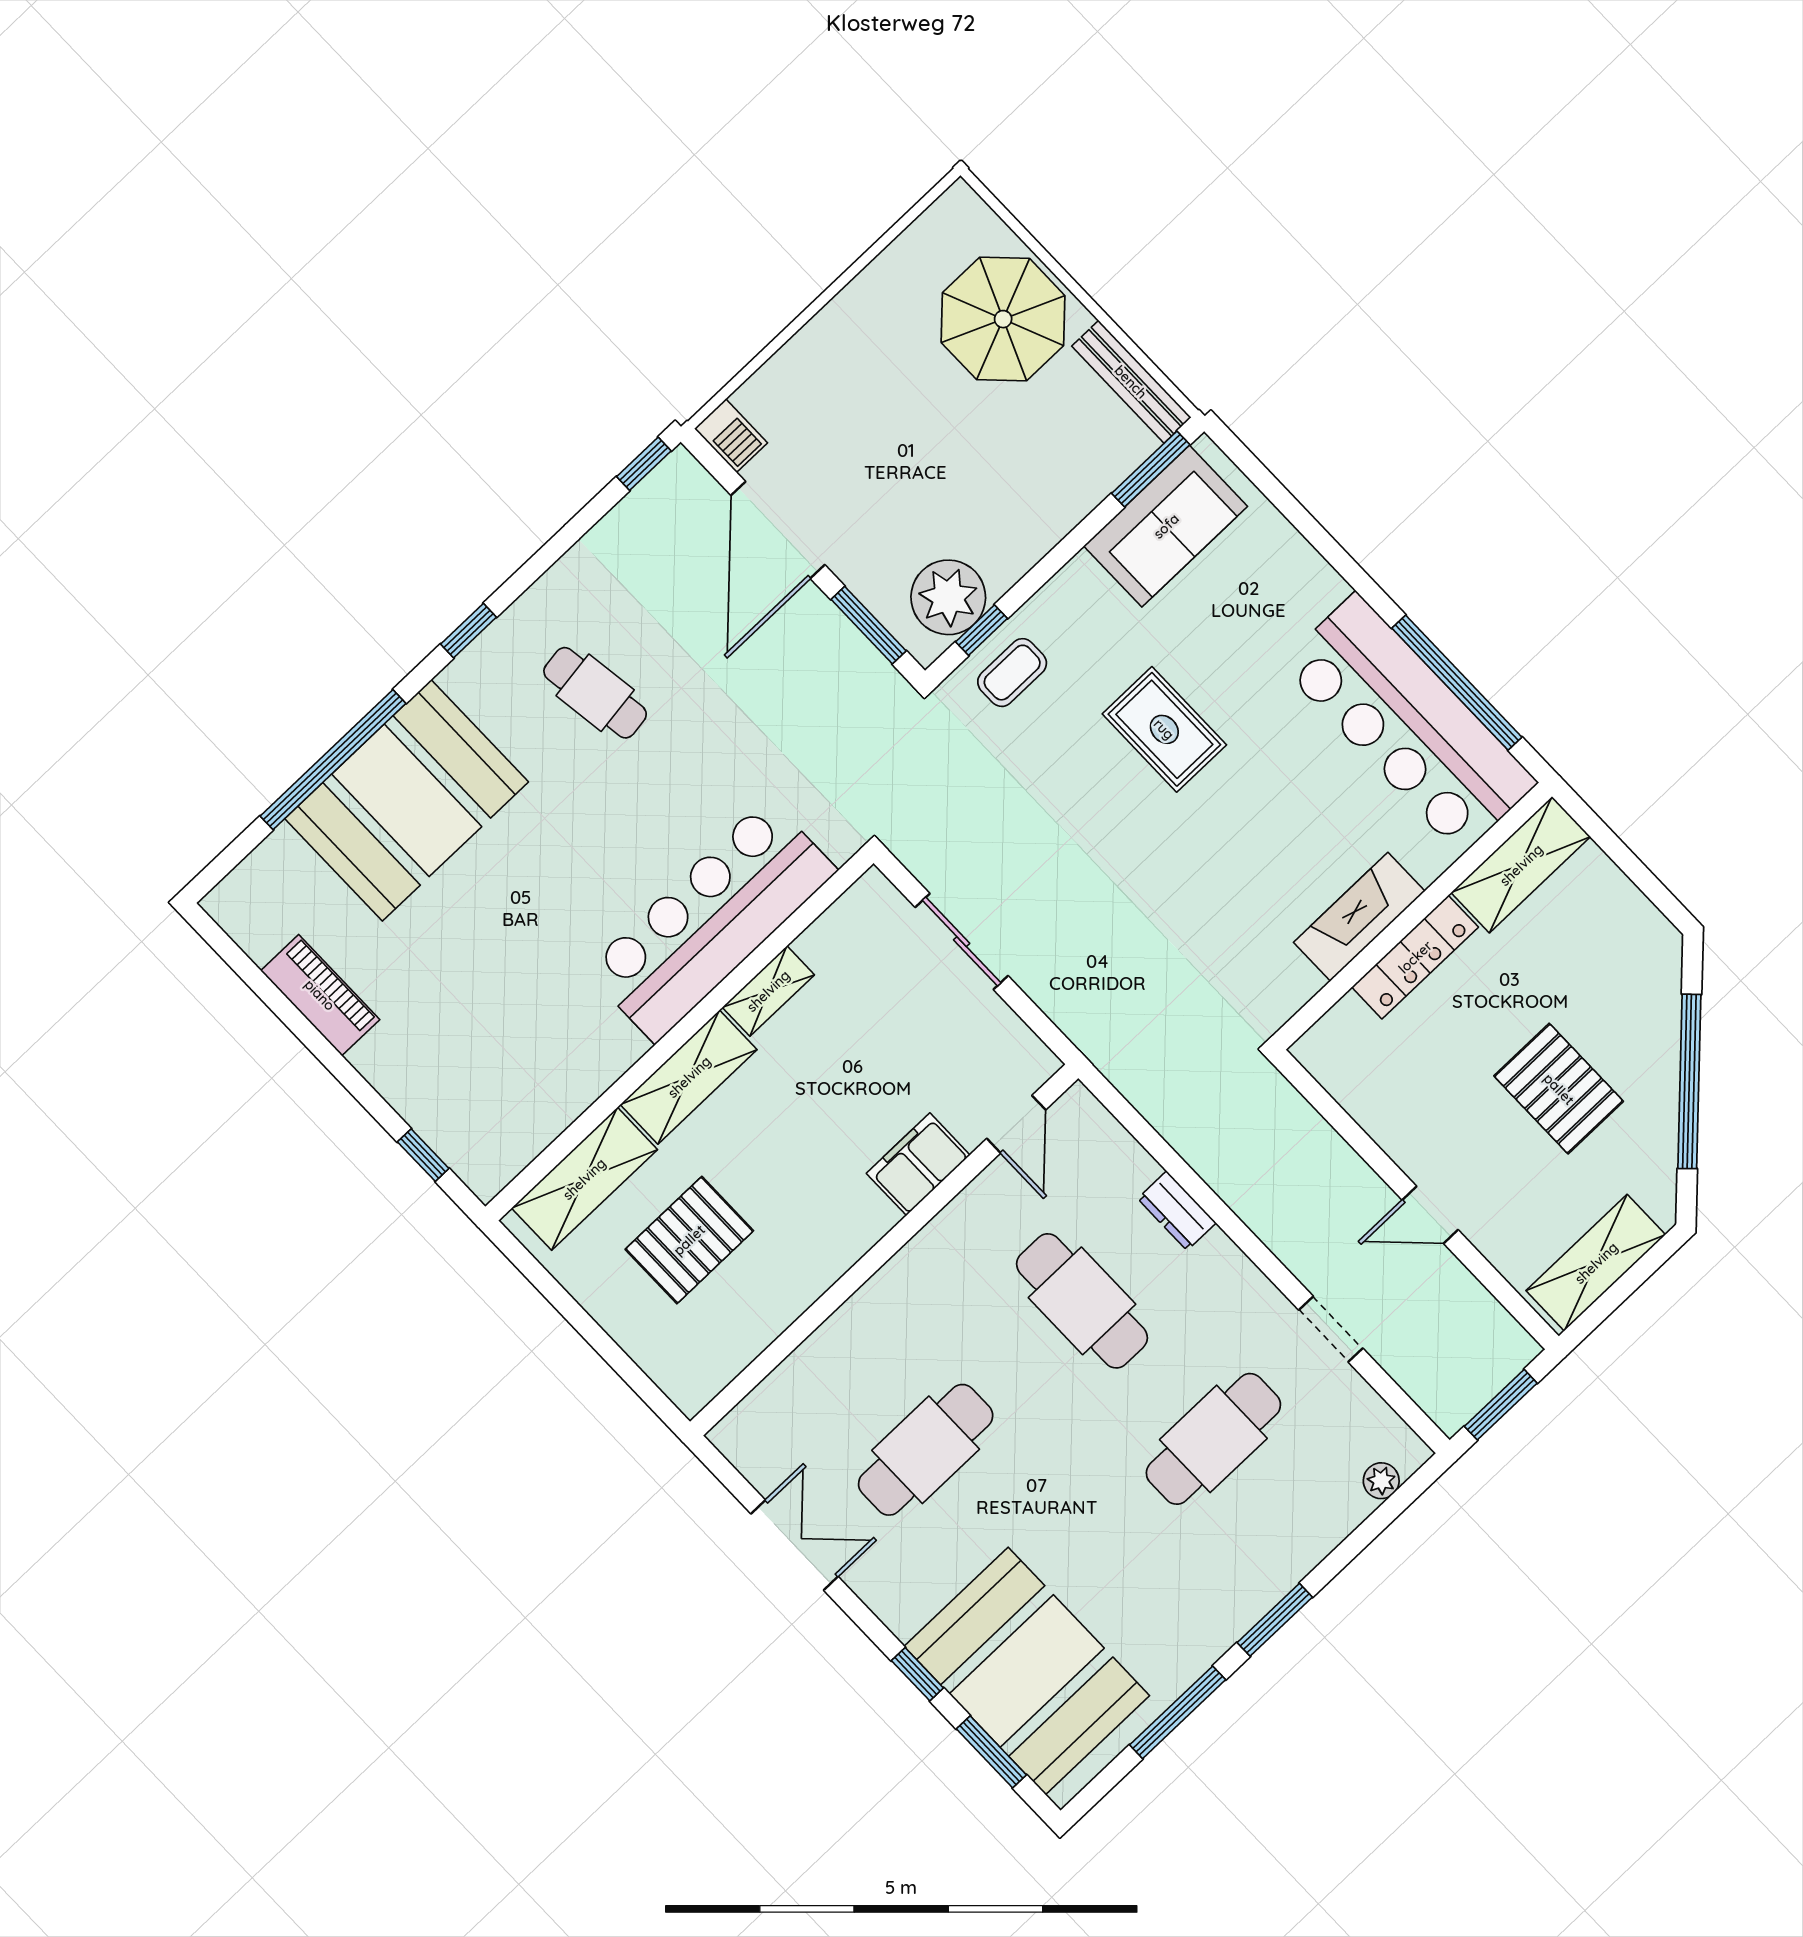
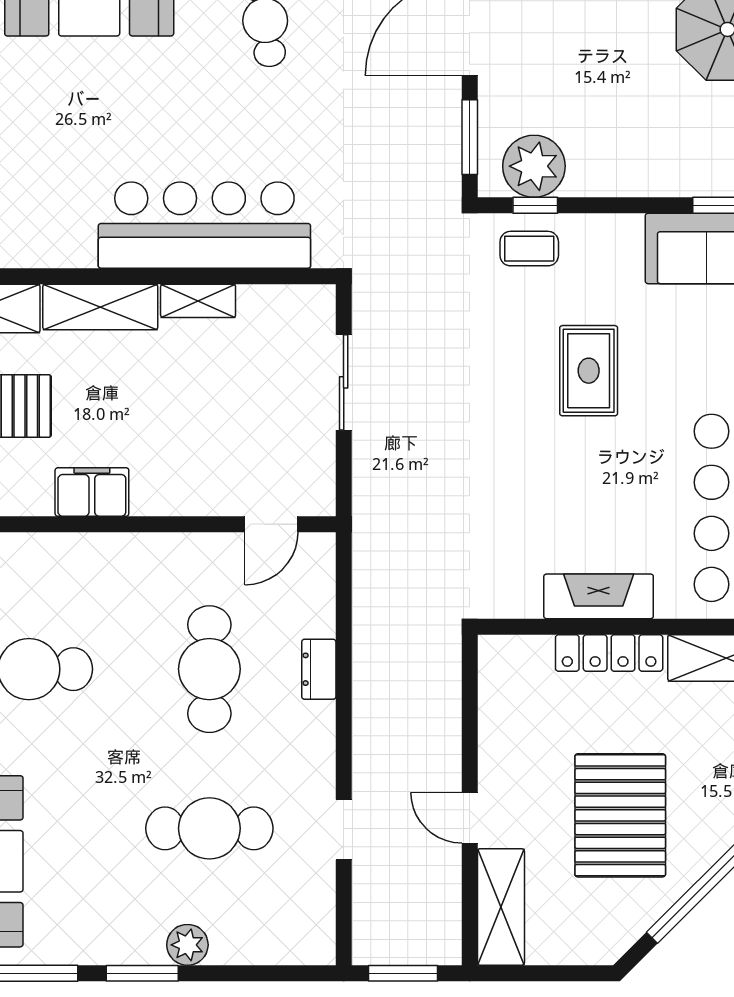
pallet: (1559, 1089) -> (620, 815), width x1.37, depth x1.41
filing cabinet: (918, 1164) -> (92, 492), moved
shelving: (1596, 1263) -> (501, 907), moved, turned 90
plant: (1381, 1481) -> (187, 945), moved, width x1.38, depth x1.38

